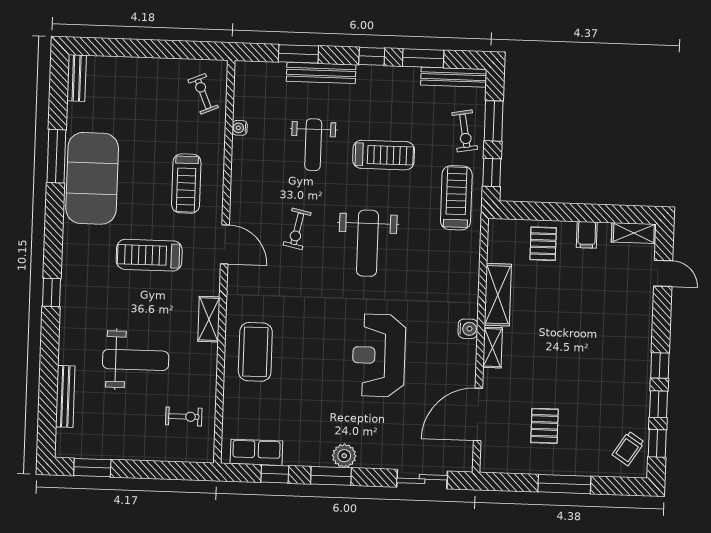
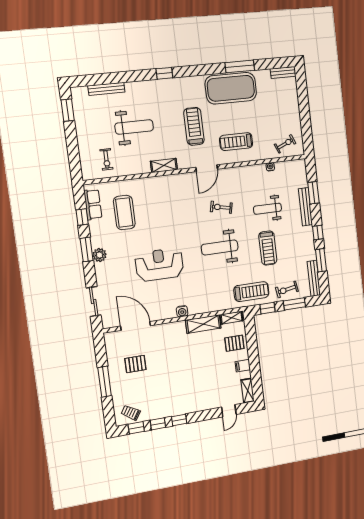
shelving: (493, 348) -> (232, 318), moved
coffee table: (255, 352) -> (124, 212), moved, turned 90
weight bench: (136, 360) -> (134, 127), turned -90

